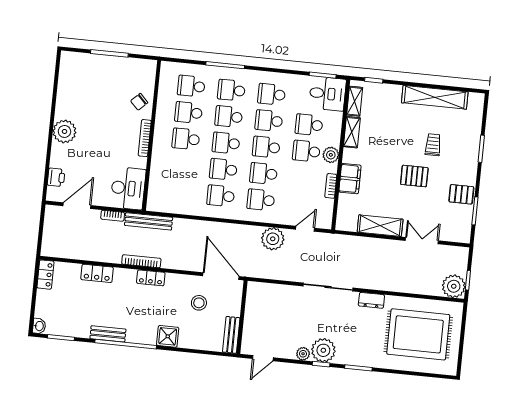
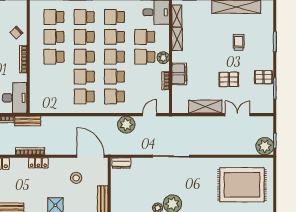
pallet: (414, 176) -> (229, 79), moved
bench: (149, 221) -> (28, 121), width x0.73
dresser: (371, 300) -> (121, 163), moved

